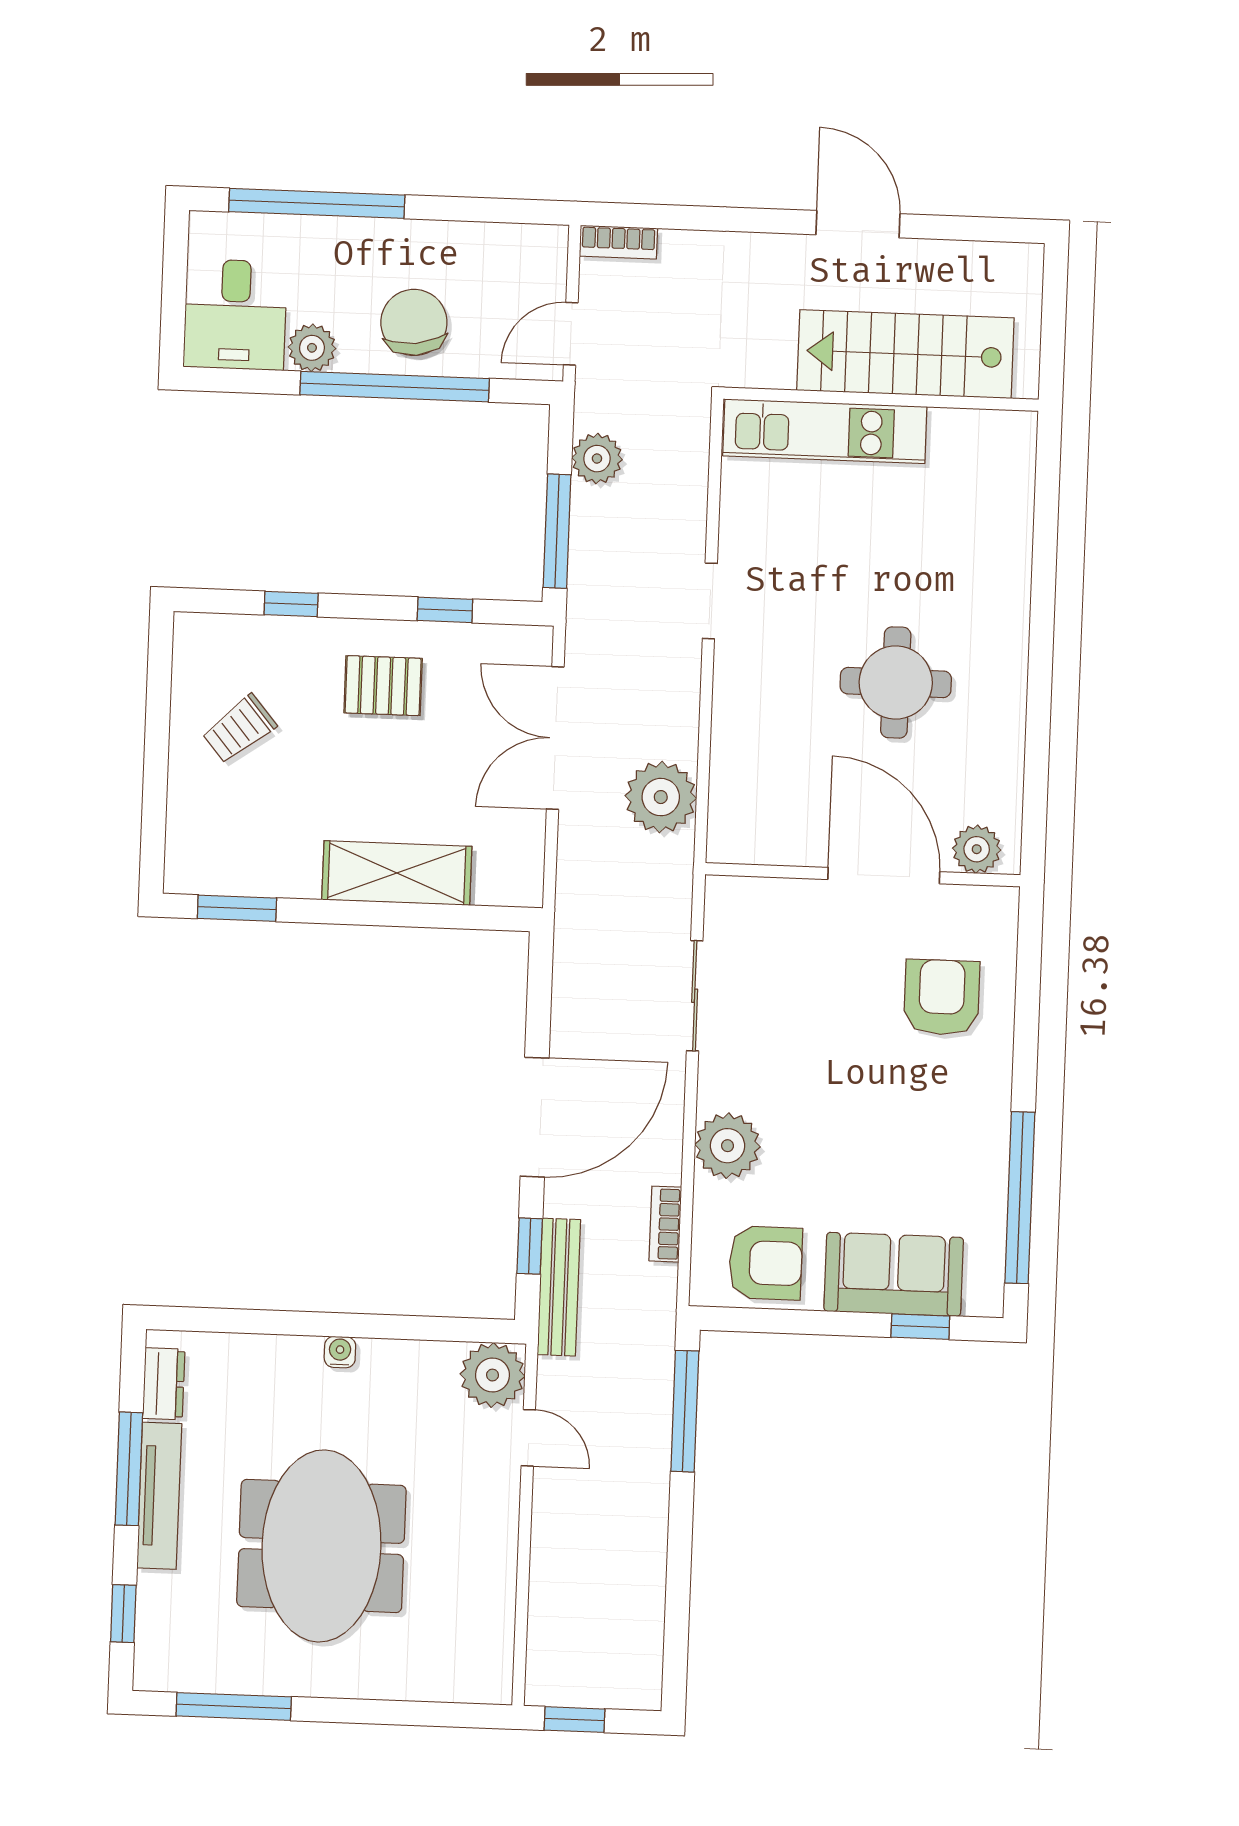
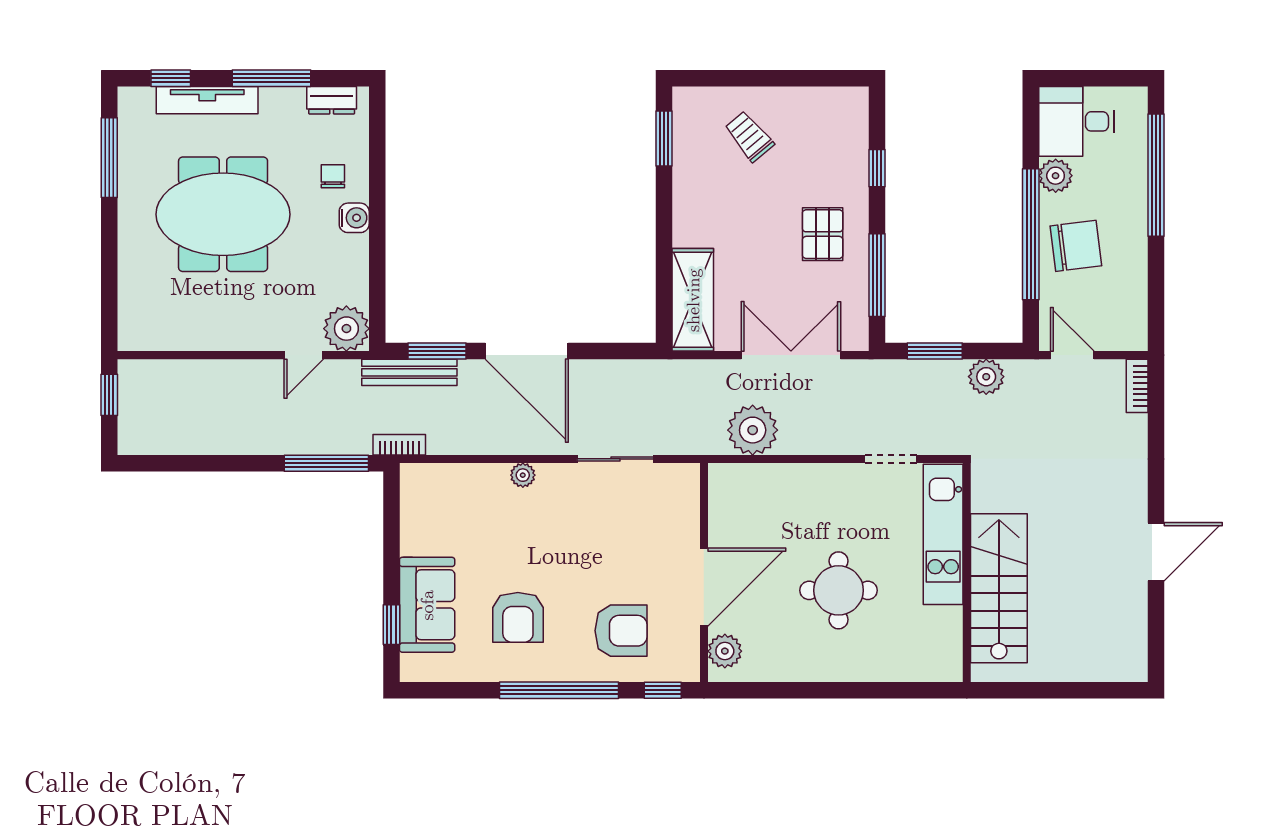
stairs: (905, 354) -> (999, 588), moved
wall: (881, 399) -> (967, 573), moved
kitchen unit: (825, 431) -> (943, 534), moved
window: (557, 531) -> (935, 351), width x0.69
window: (445, 610) -> (877, 275), width x2.17
trolley: (239, 729) -> (749, 136), moved
shelving: (397, 873) -> (693, 300), moved
window: (1030, 941) -> (663, 690), added
plant: (728, 1146) -> (523, 475), width x0.53, depth x0.53
window: (1020, 1198) -> (559, 690), moved
bookcase: (665, 1224) -> (399, 445), moved
window: (530, 1246) -> (437, 351), width x1.50
armchair: (766, 1263) -> (518, 617), moved
water cooler: (340, 1352) -> (354, 218), width x1.38, depth x1.38
chair: (273, 1386) -> (333, 176), added
tv unit: (159, 1496) -> (207, 100), moved

